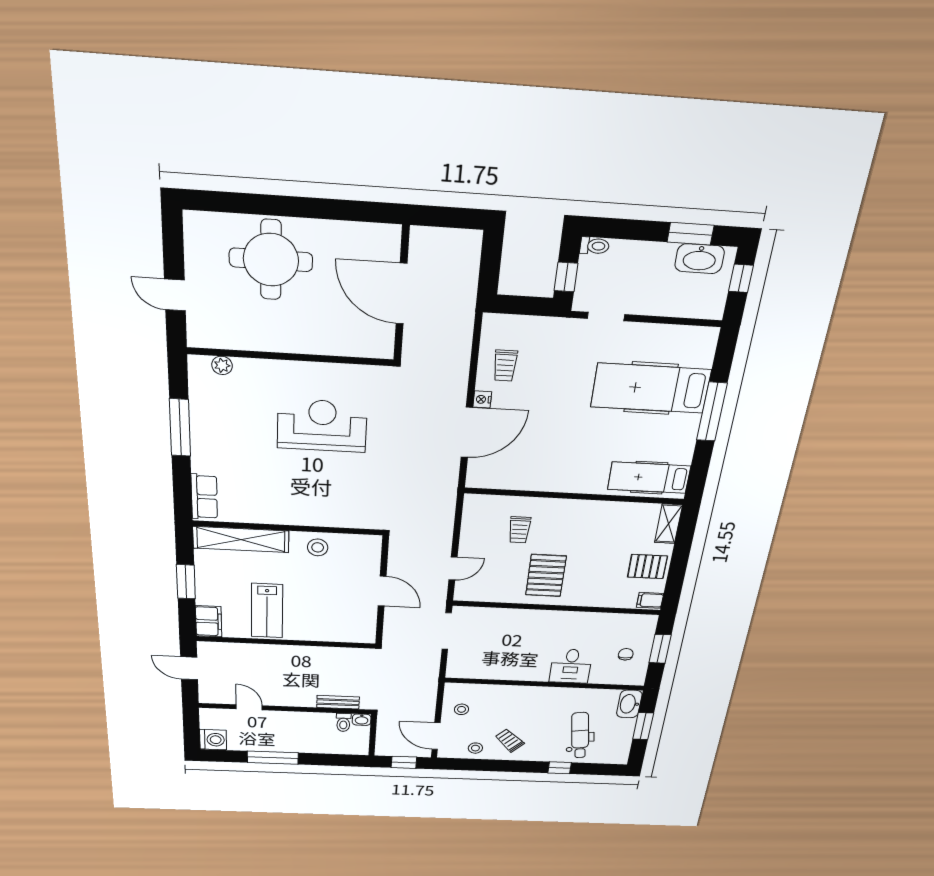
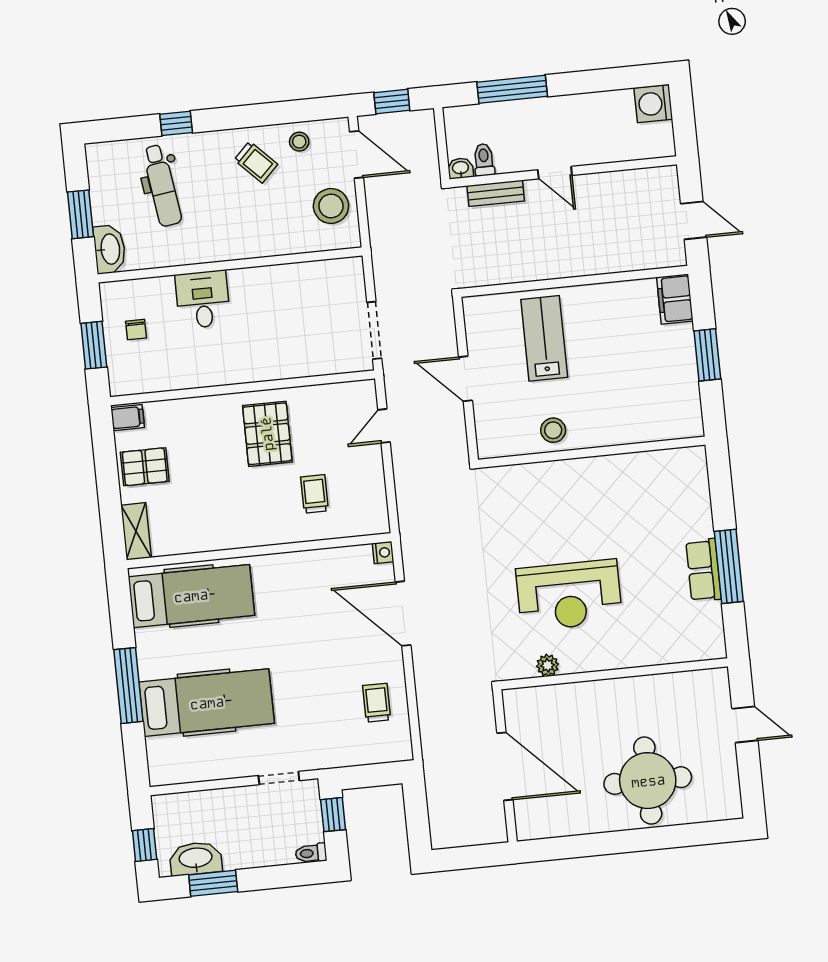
plant: (222, 365) -> (548, 665), moved
nightstand: (482, 399) -> (383, 553), moved
door: (467, 432) -> (403, 614), hinge flipped
hospital bed: (649, 478) -> (191, 596), width x1.37, depth x1.29
row of seats: (204, 497) -> (704, 570), moved
shelving: (241, 539) -> (646, 427), removed
lab bench: (267, 611) -> (544, 338), moved
door: (249, 707) -> (555, 173), moved
stool: (462, 709) -> (331, 206), width x1.89, depth x1.89
window: (273, 758) -> (512, 89), moved

